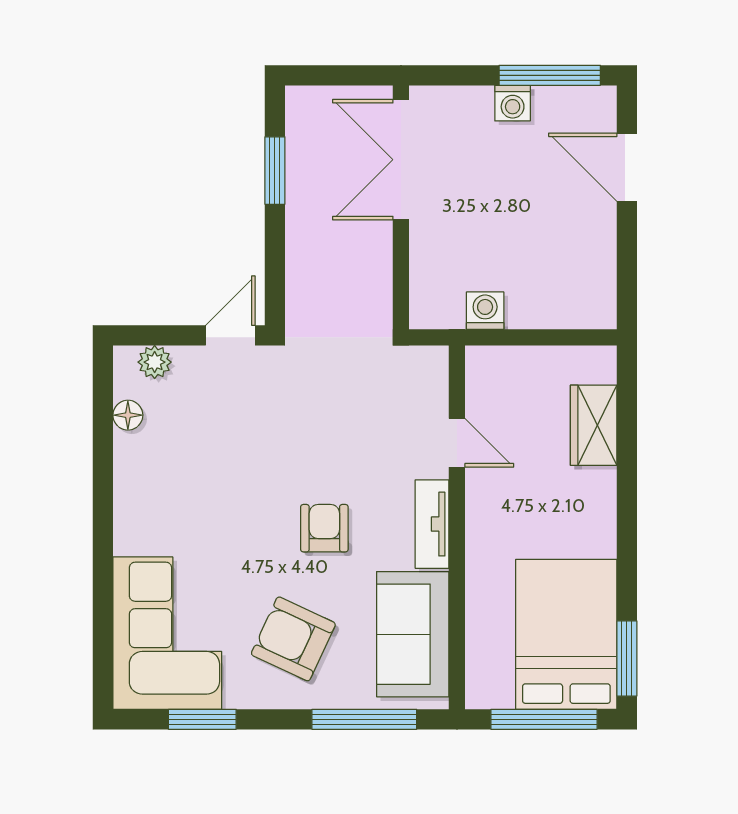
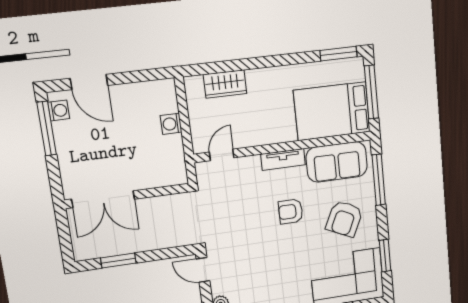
washing machine: (513, 103) -> (59, 110), moved
door: (627, 167) -> (89, 82), hinge flipped
washing machine: (485, 311) -> (171, 124), moved
door: (457, 443) -> (222, 155), moved
bed: (566, 634) -> (332, 111), moved

